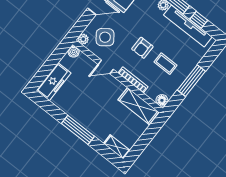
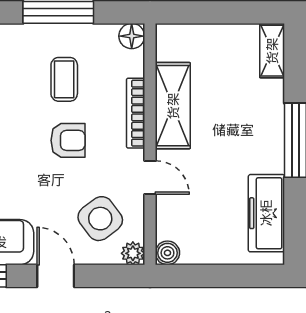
freezer: (54, 82) -> (266, 213), moved, turned -90
shelving: (138, 106) -> (173, 106), moved

